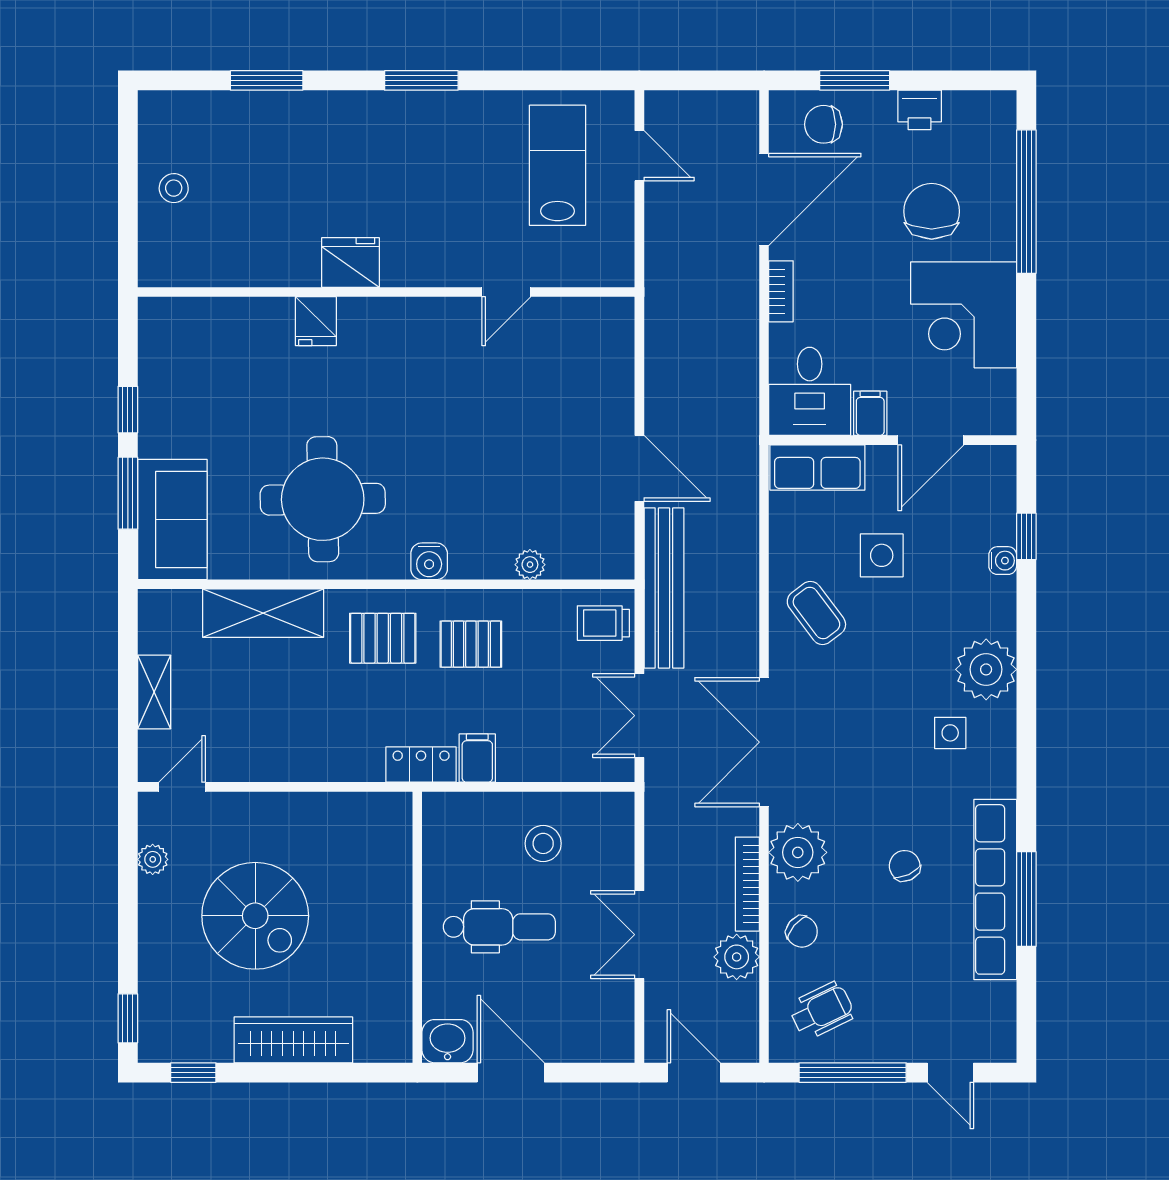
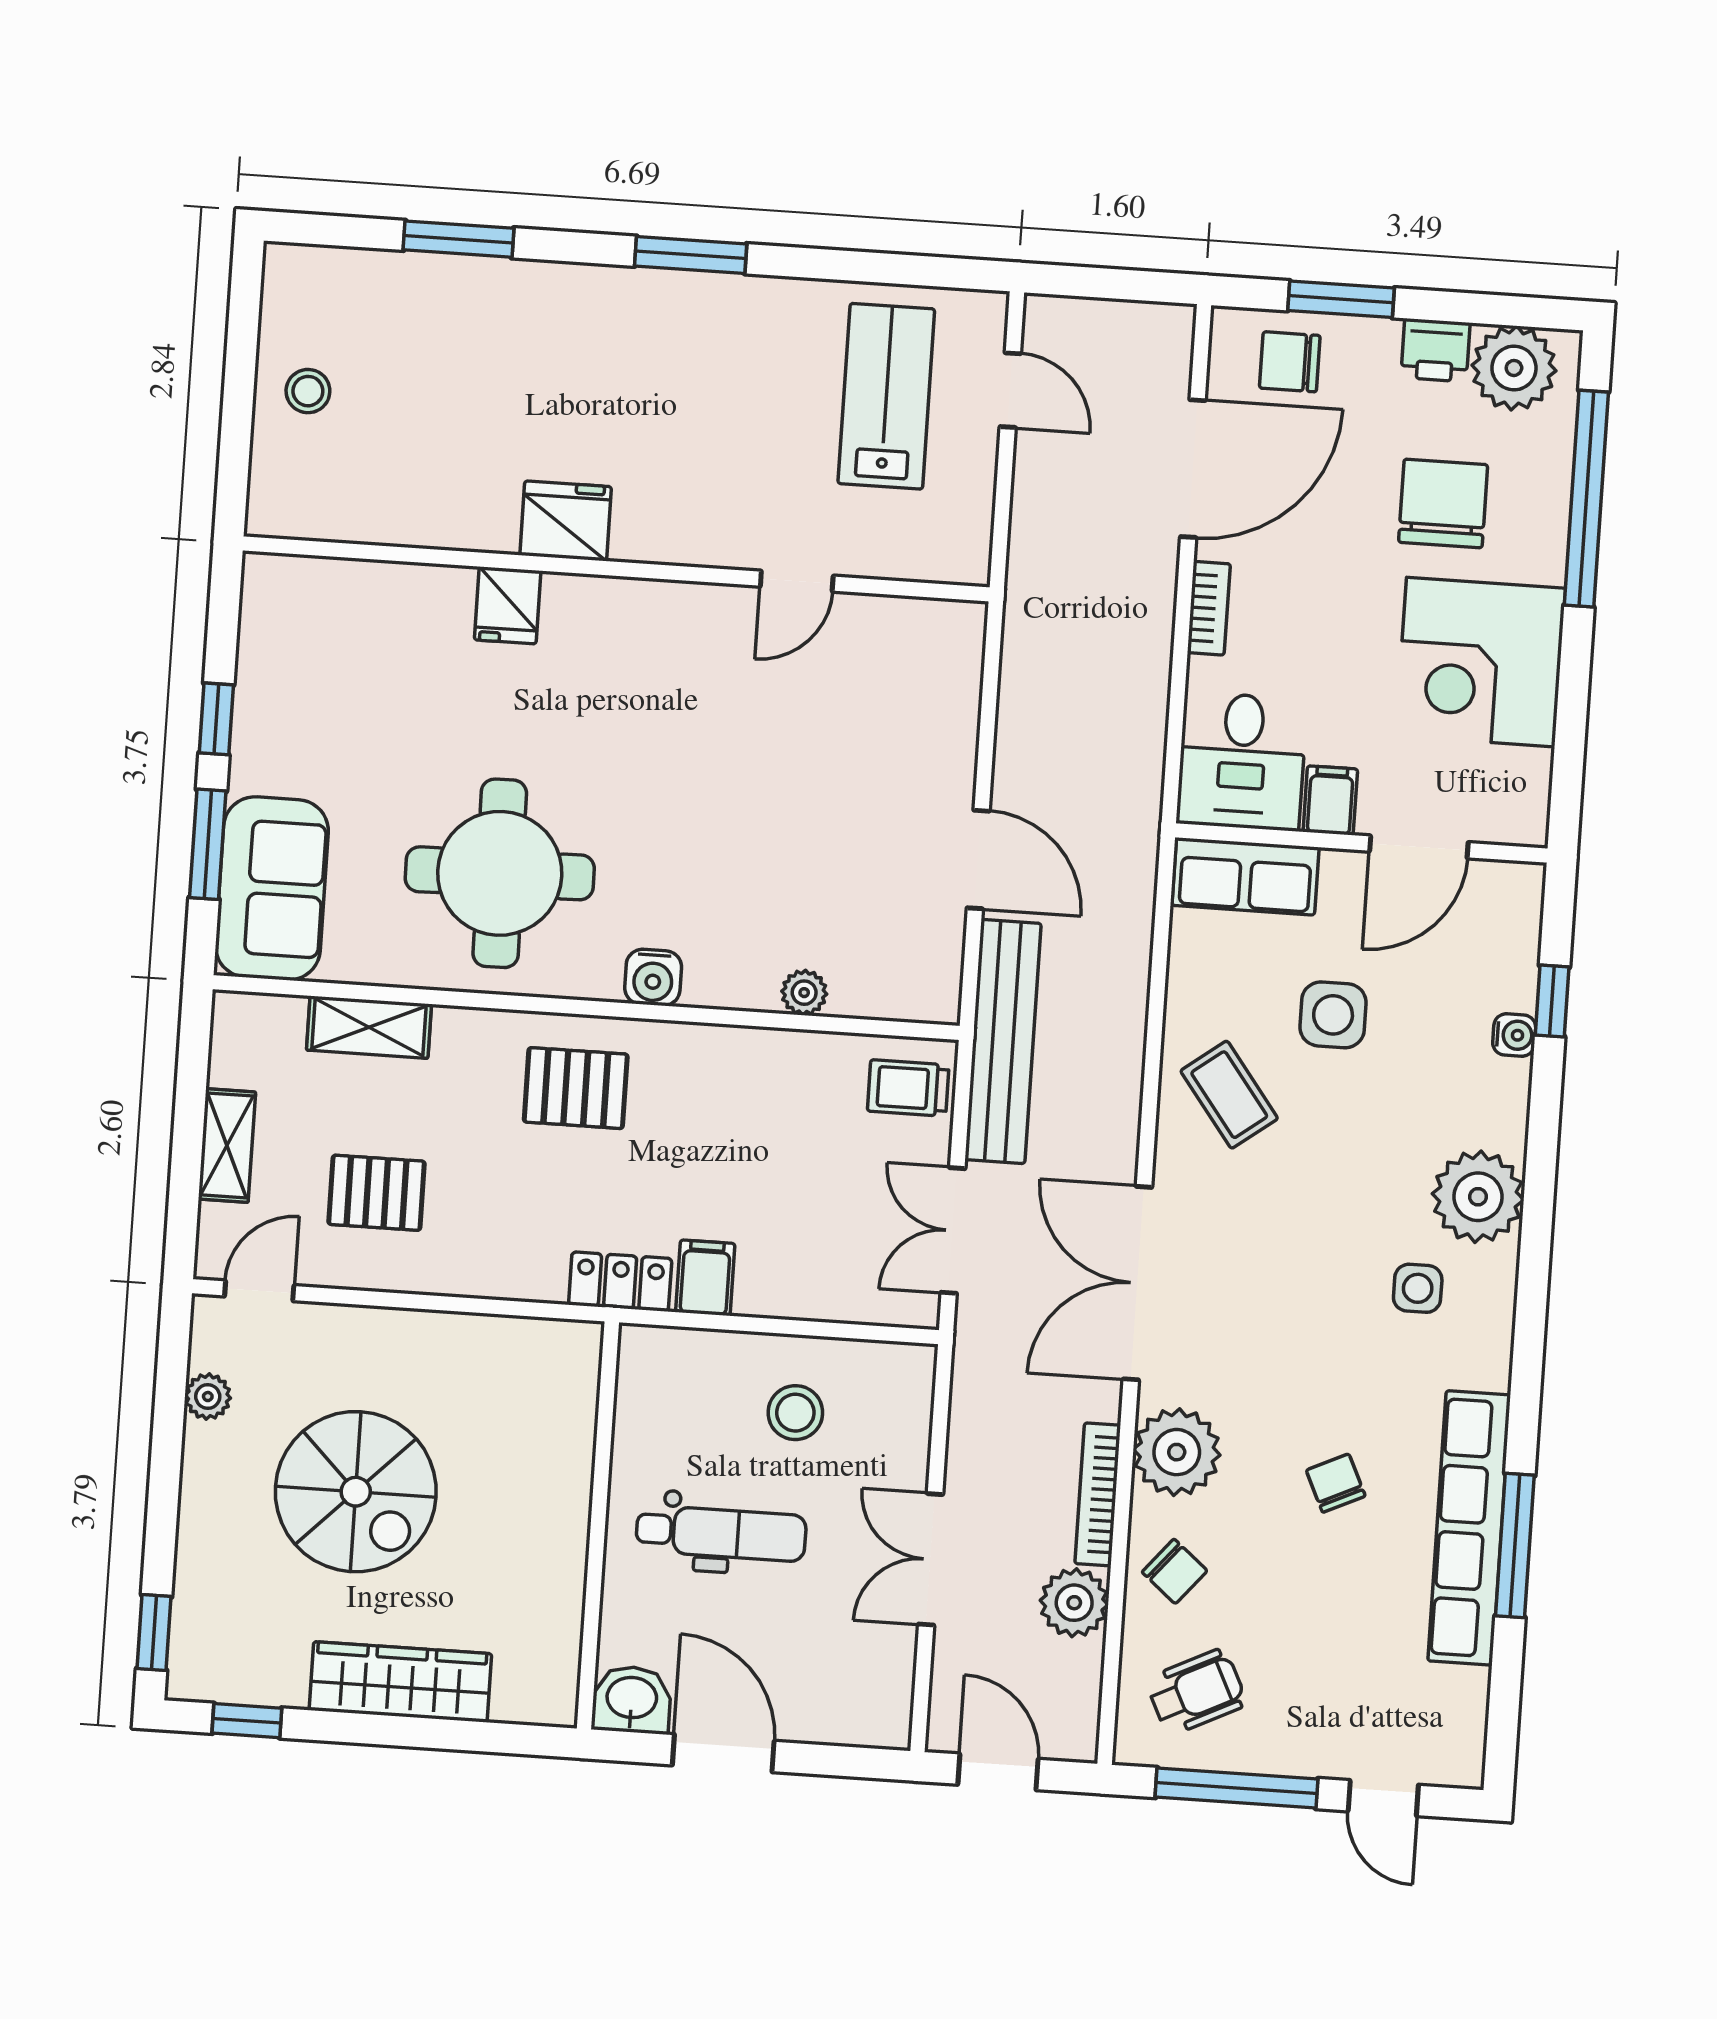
plant: (972, 118) -> (1514, 368), added
shelving: (263, 613) -> (369, 1027), width x0.67, depth x0.75
pallet: (471, 644) -> (377, 1193), moved

